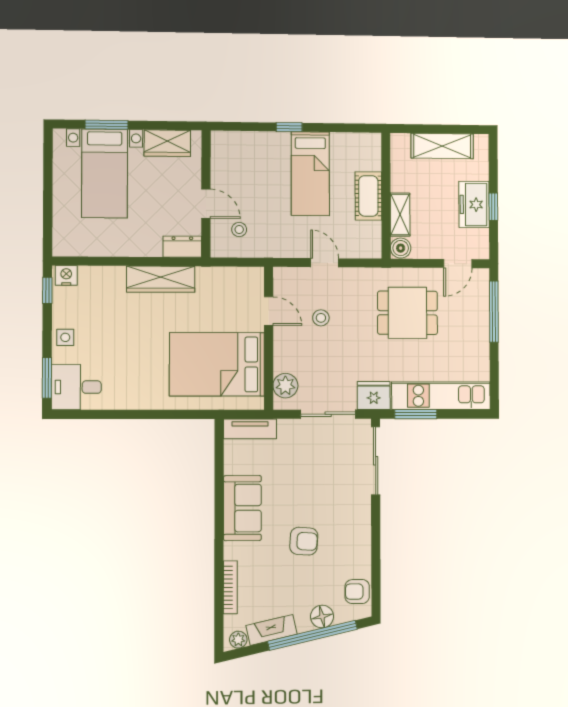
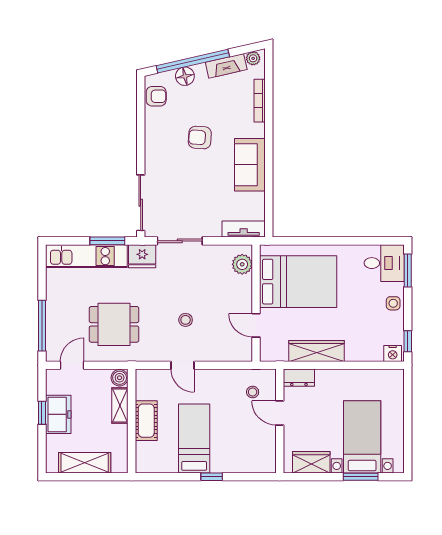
door: (269, 311) -> (256, 325), moved
wall: (269, 338) -> (256, 303), moved
bed: (217, 364) -> (298, 282), moved
plant: (285, 386) -> (242, 264), moved

